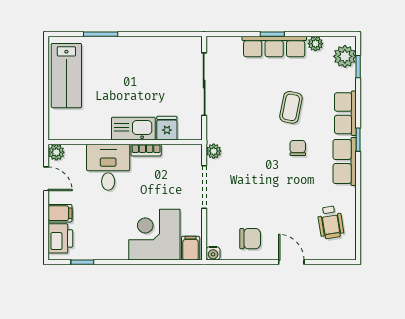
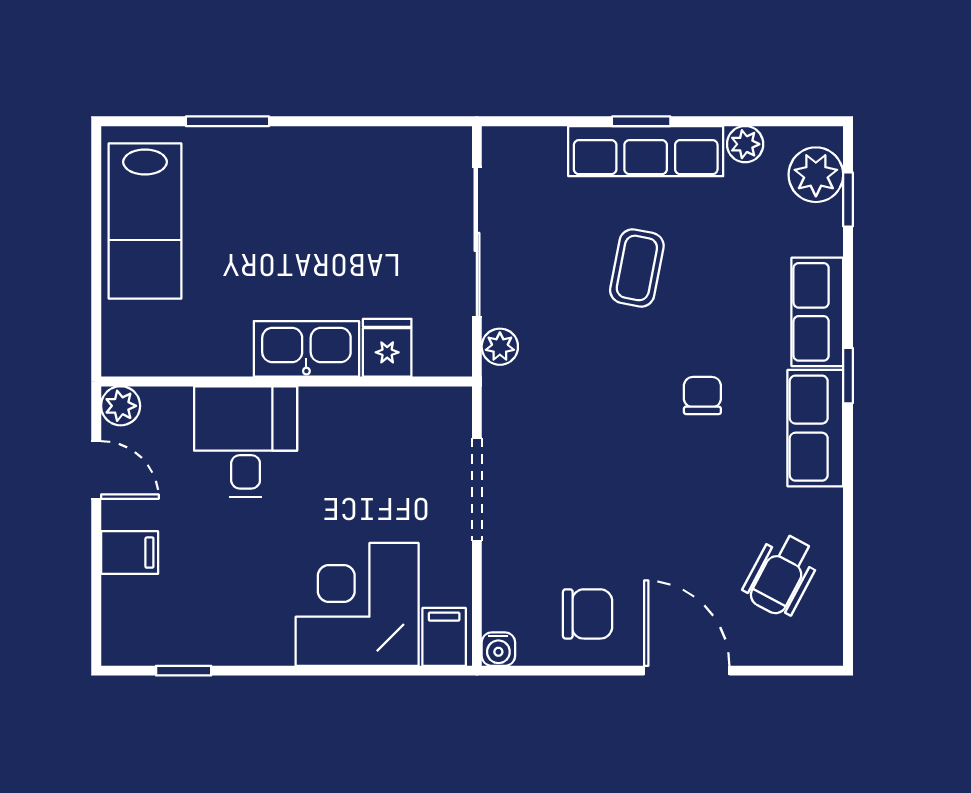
coffee table: (291, 107) -> (637, 268), moved
bookcase: (146, 150) -> (337, 401), removed
plant: (214, 151) -> (500, 347), moved
wheelchair: (331, 222) -> (781, 575), turned 37
printer: (60, 238) -> (130, 613), removed
door: (291, 262) -> (687, 671), width x1.38

